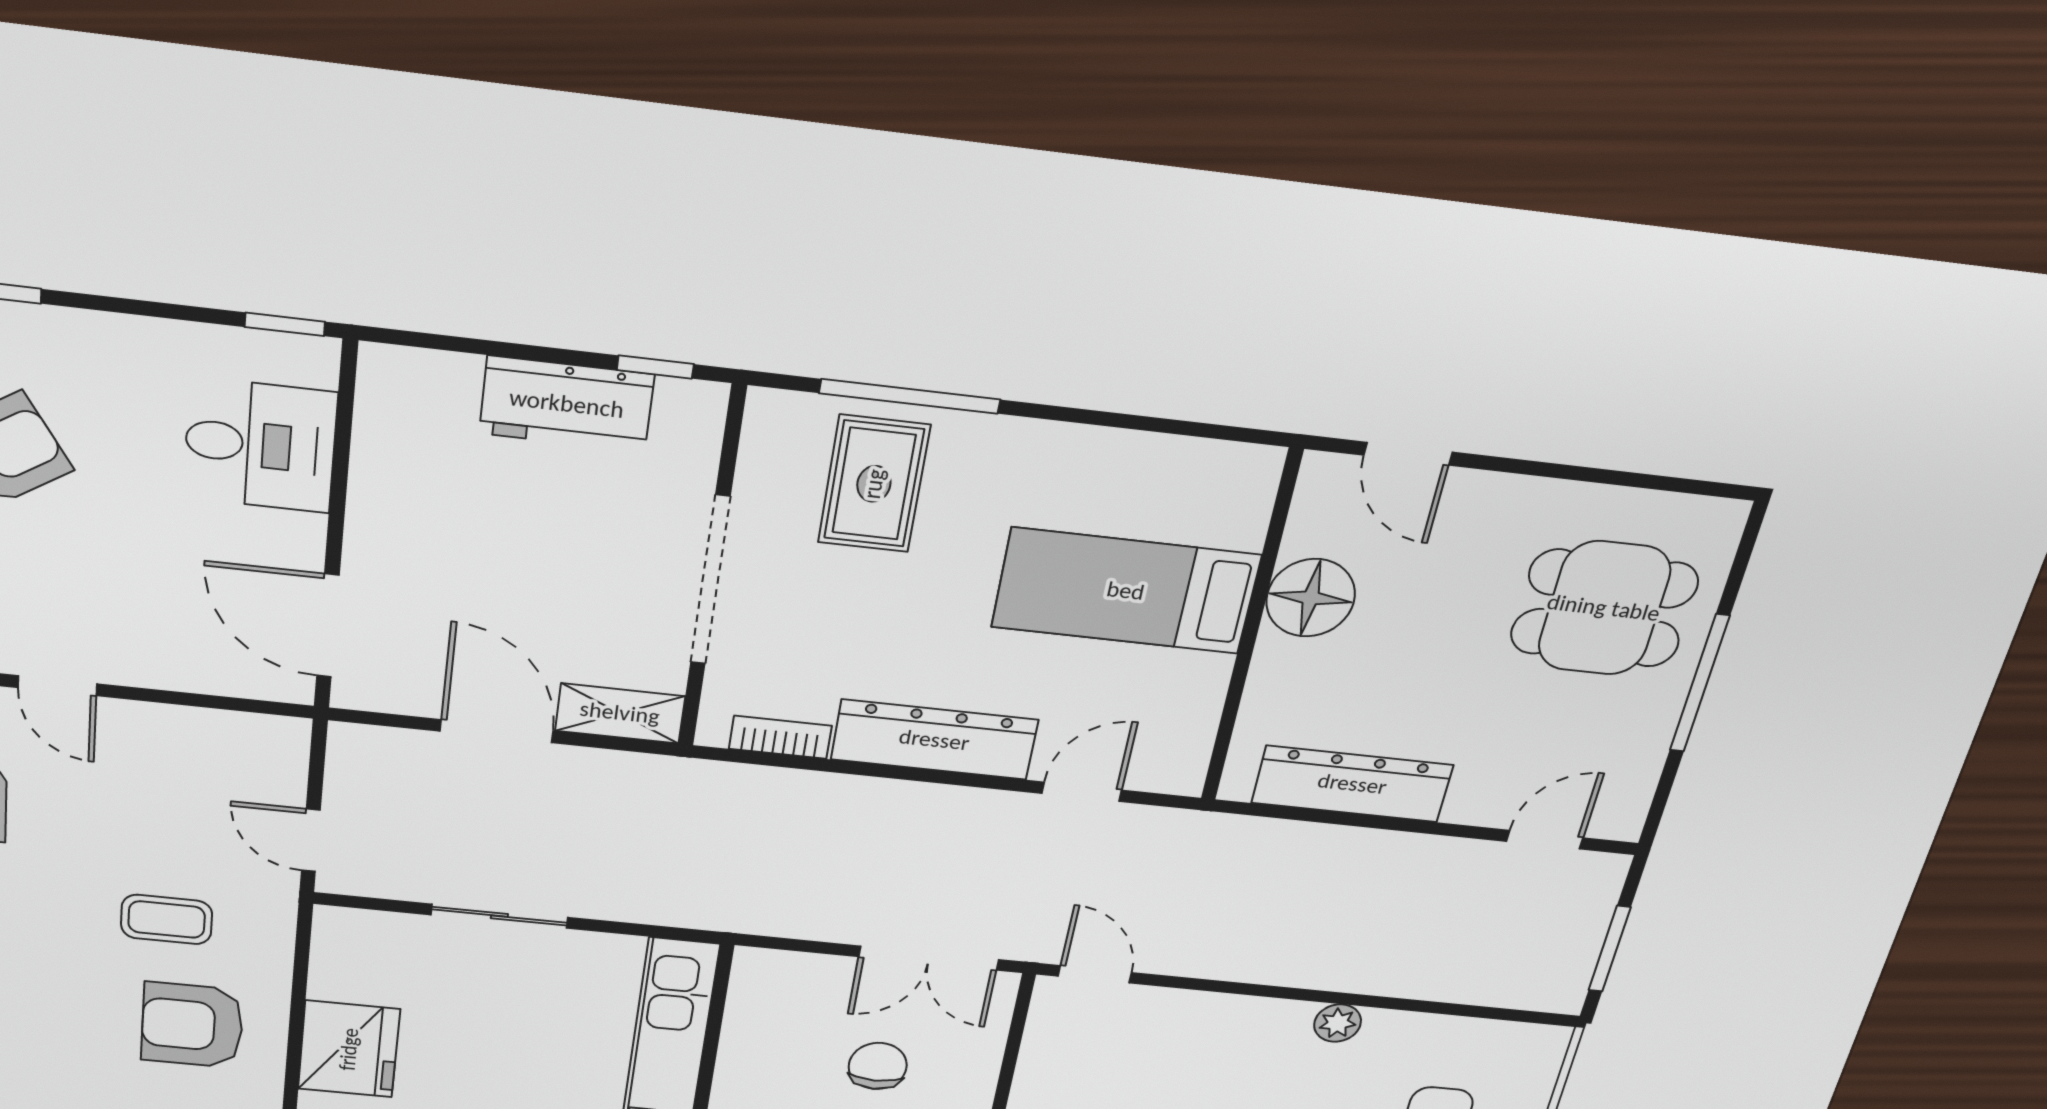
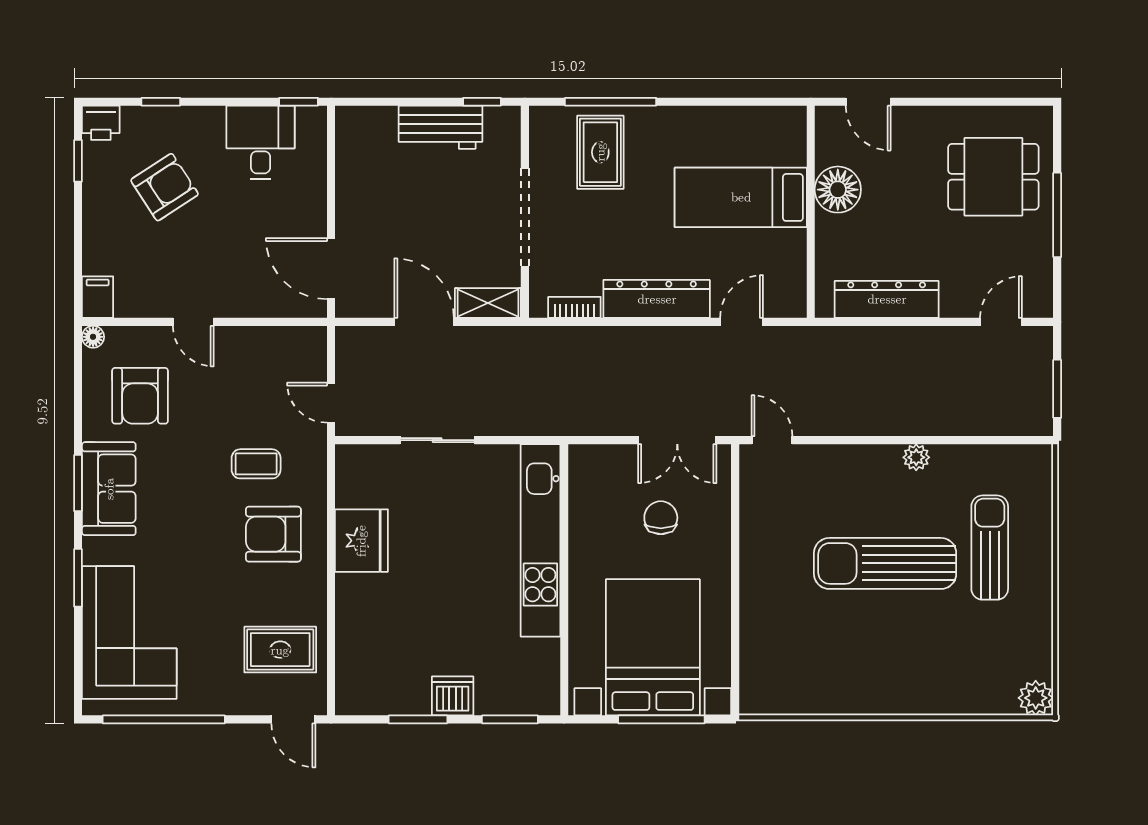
desk: (260, 445) -> (261, 142), moved, turned -90

